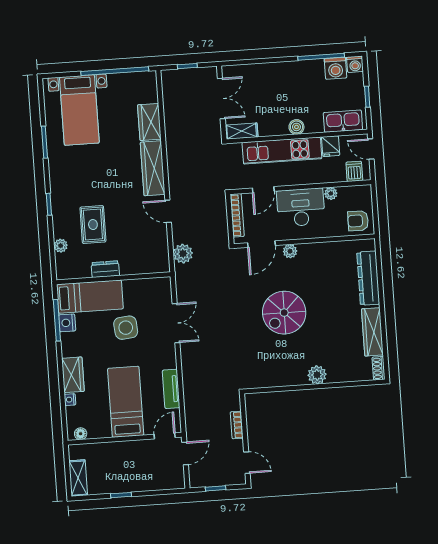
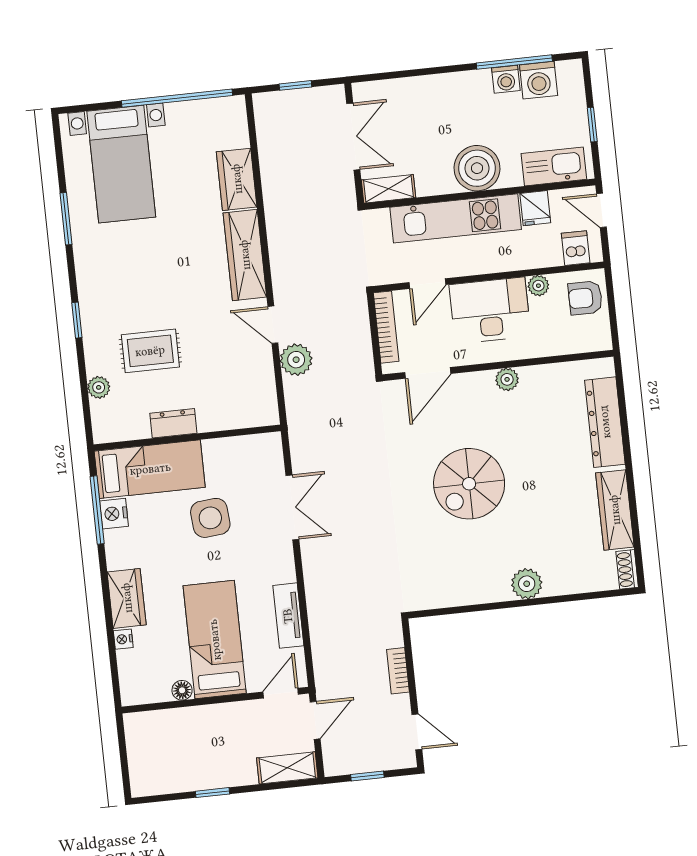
washing machine: (355, 64) -> (506, 79), moved
boiler: (296, 127) -> (477, 168), width x1.86, depth x1.86
armchair: (358, 221) -> (585, 298), moved
rug: (93, 225) -> (150, 351), turned 90
plant: (290, 251) -> (507, 379), moved
plant: (183, 254) -> (296, 360), moved
floor lamp: (81, 434) -> (182, 690), moved
shelving: (78, 478) -> (287, 768), moved, turned 90

